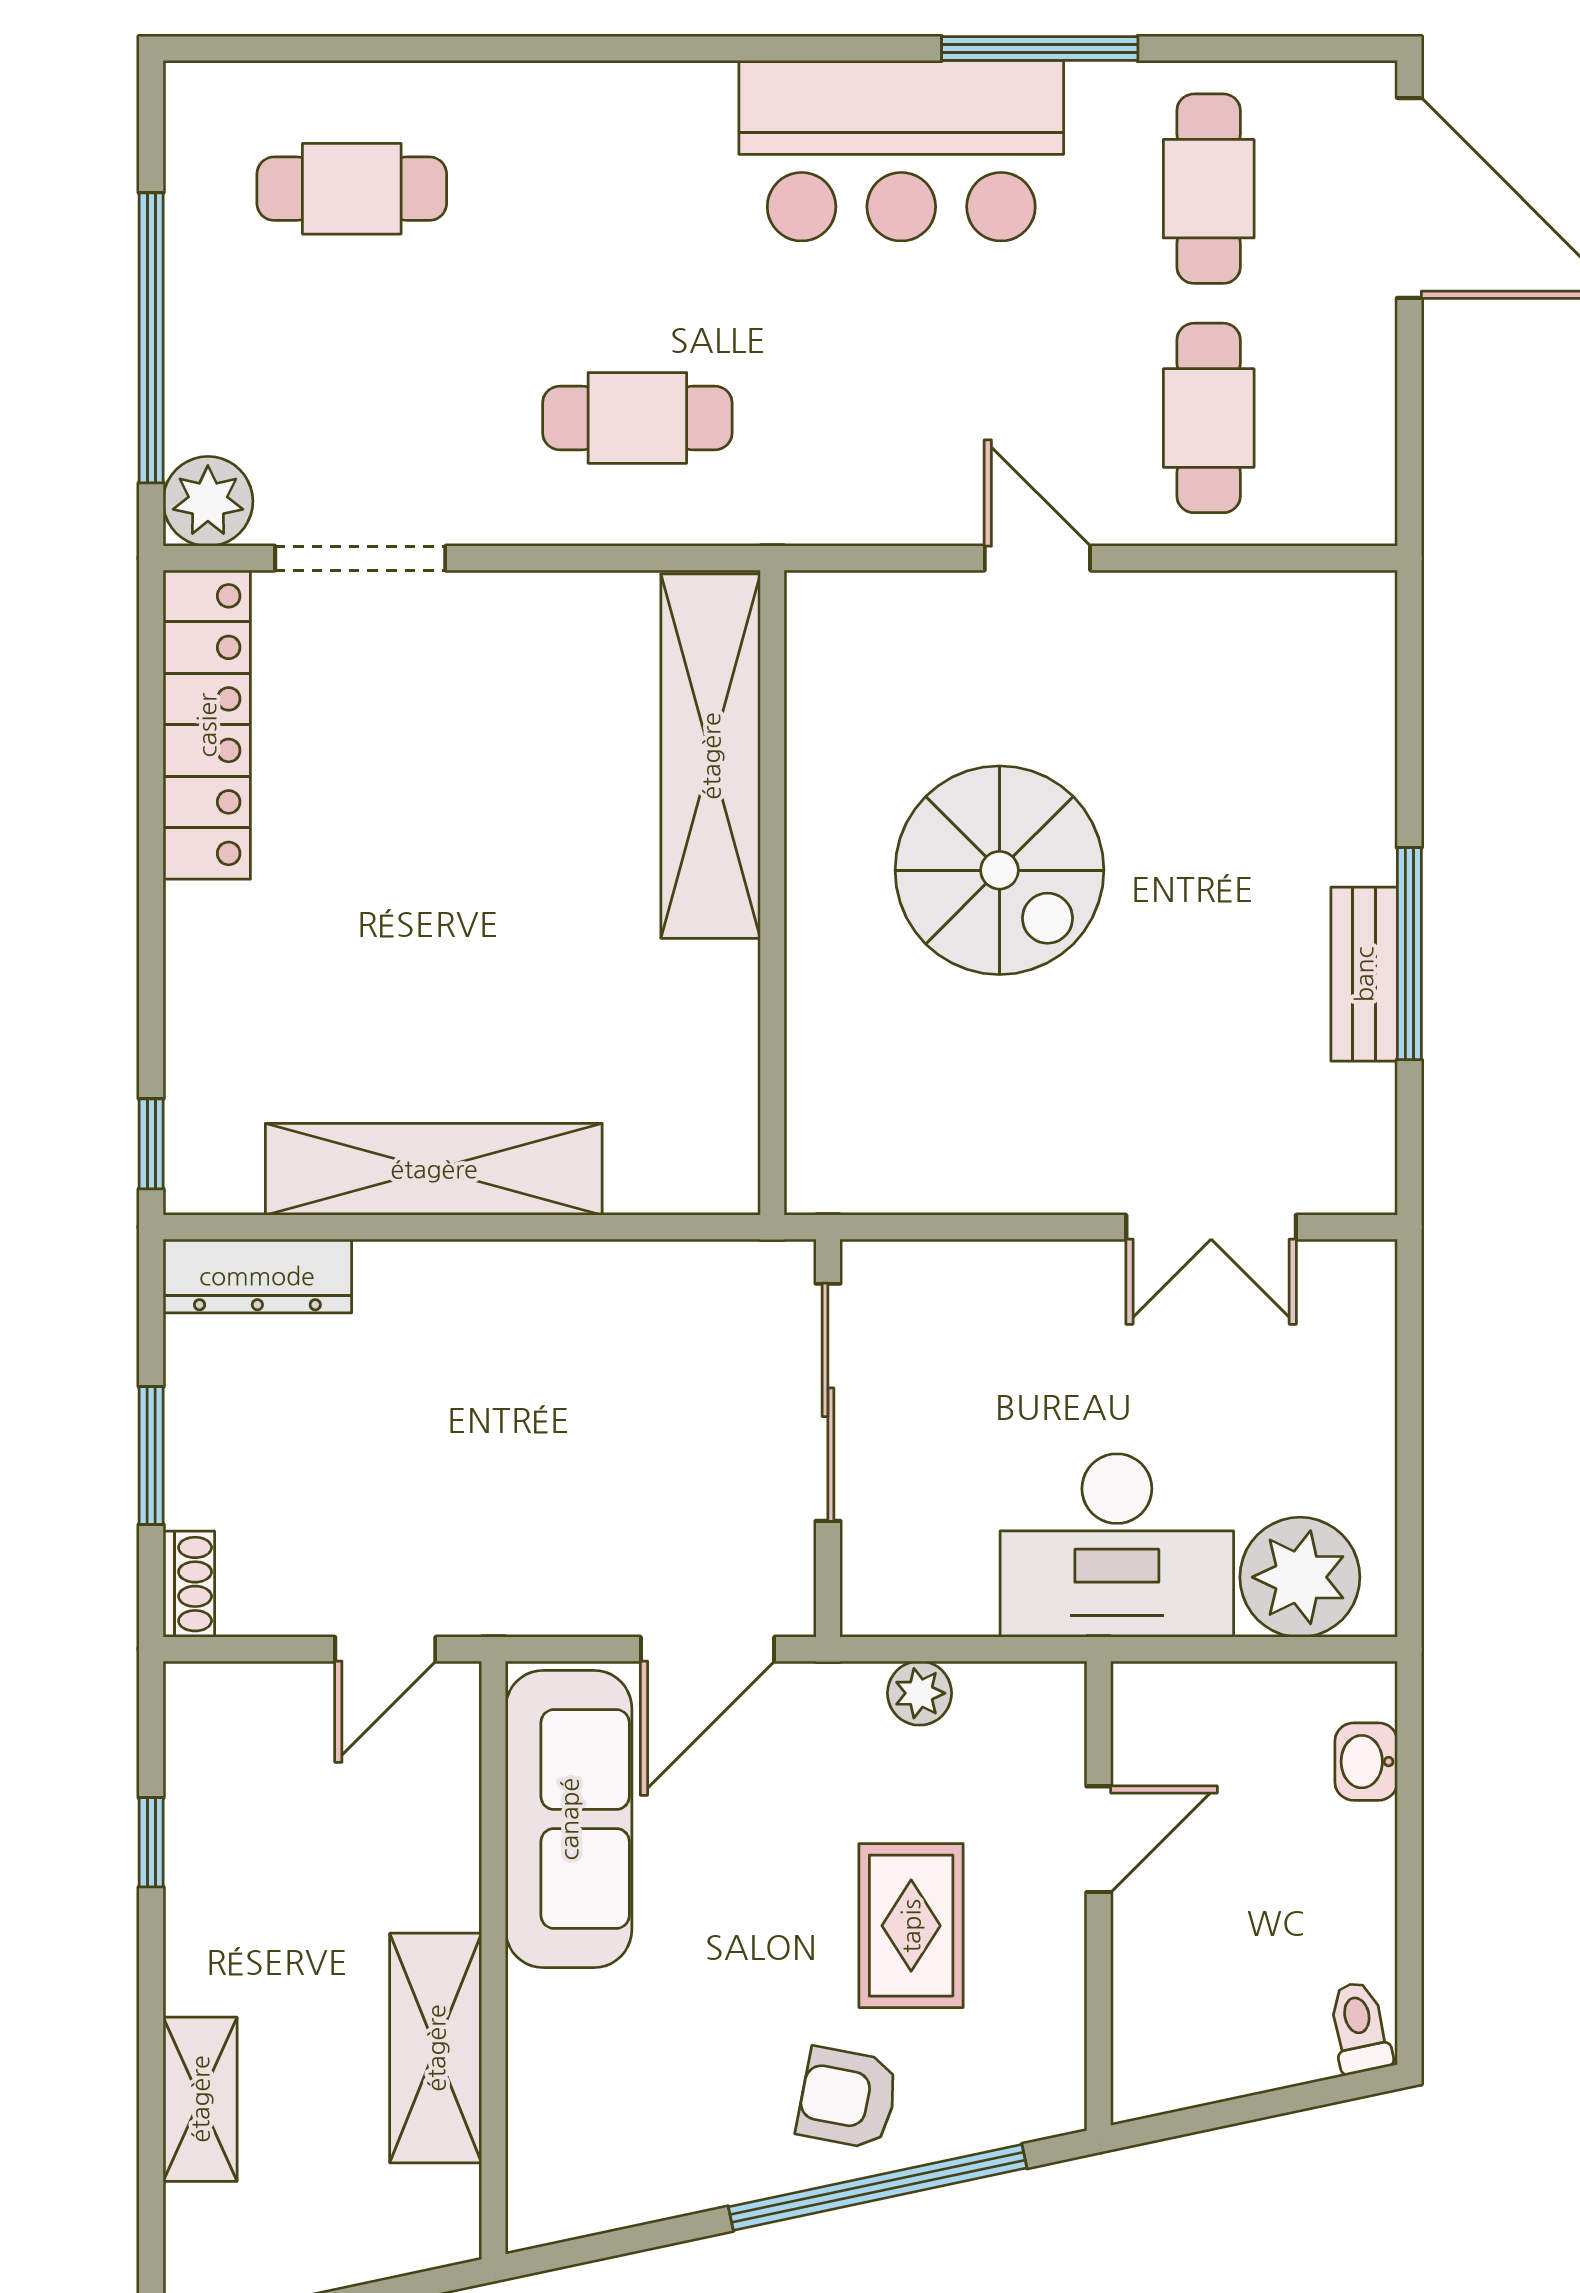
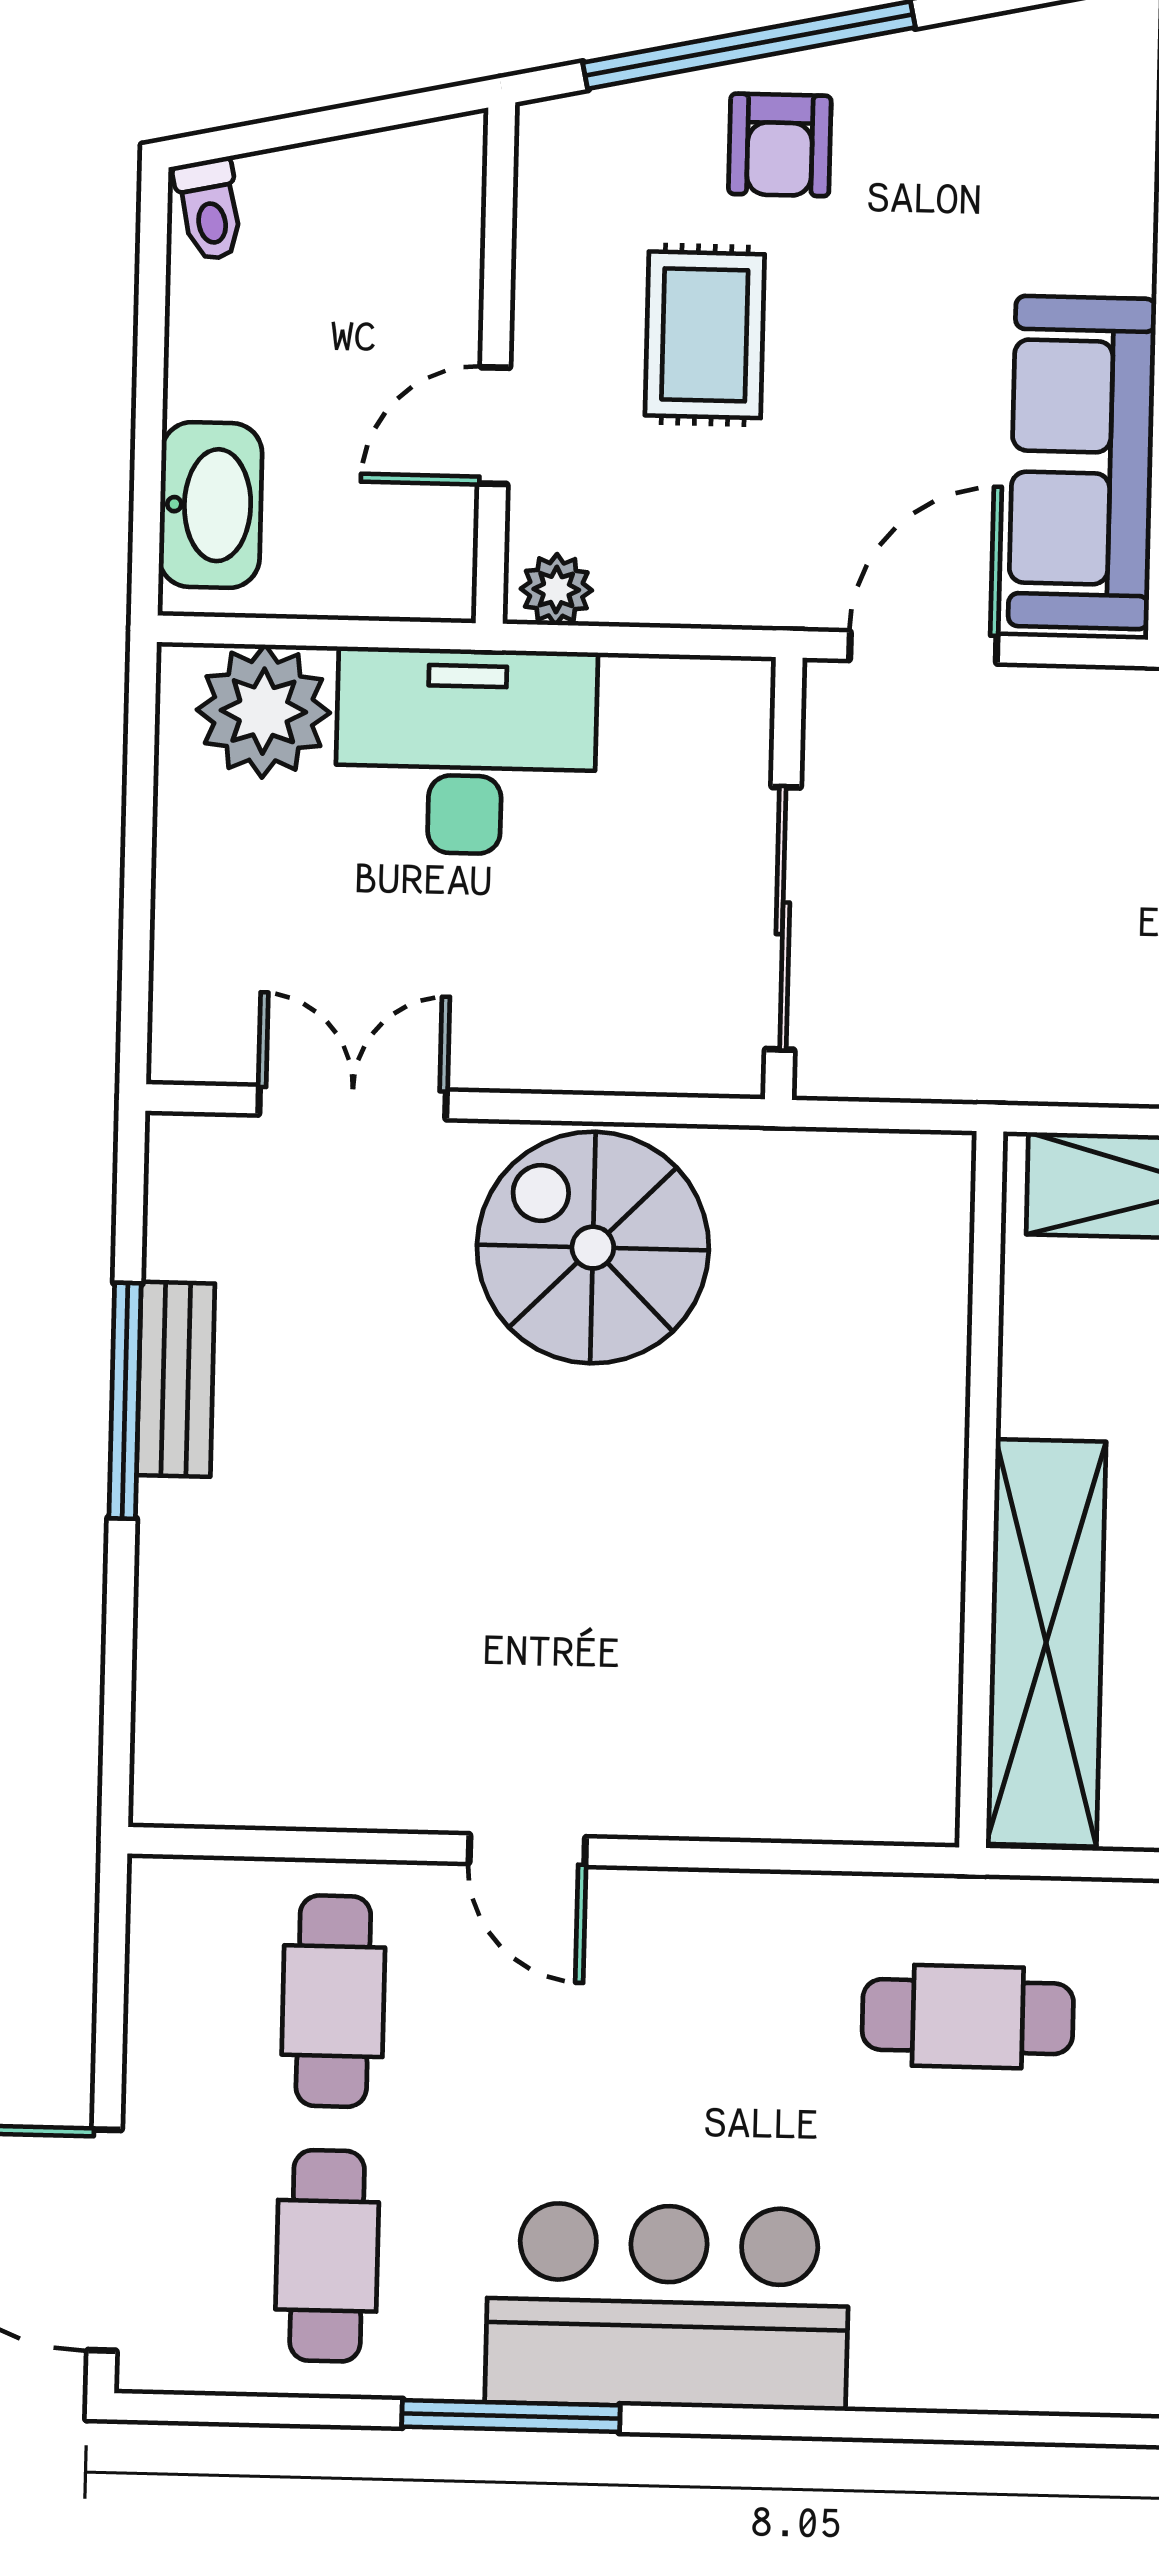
shelving: (711, 756) -> (1046, 1643), moved
spiral stairs: (999, 870) -> (593, 1248), moved
wall: (772, 893) -> (981, 1490), moved
plant: (919, 1693) -> (556, 590), moved
washbasin: (1366, 1762) -> (211, 505), width x1.91, depth x1.45
armchair: (848, 2098) -> (780, 145), turned 79

